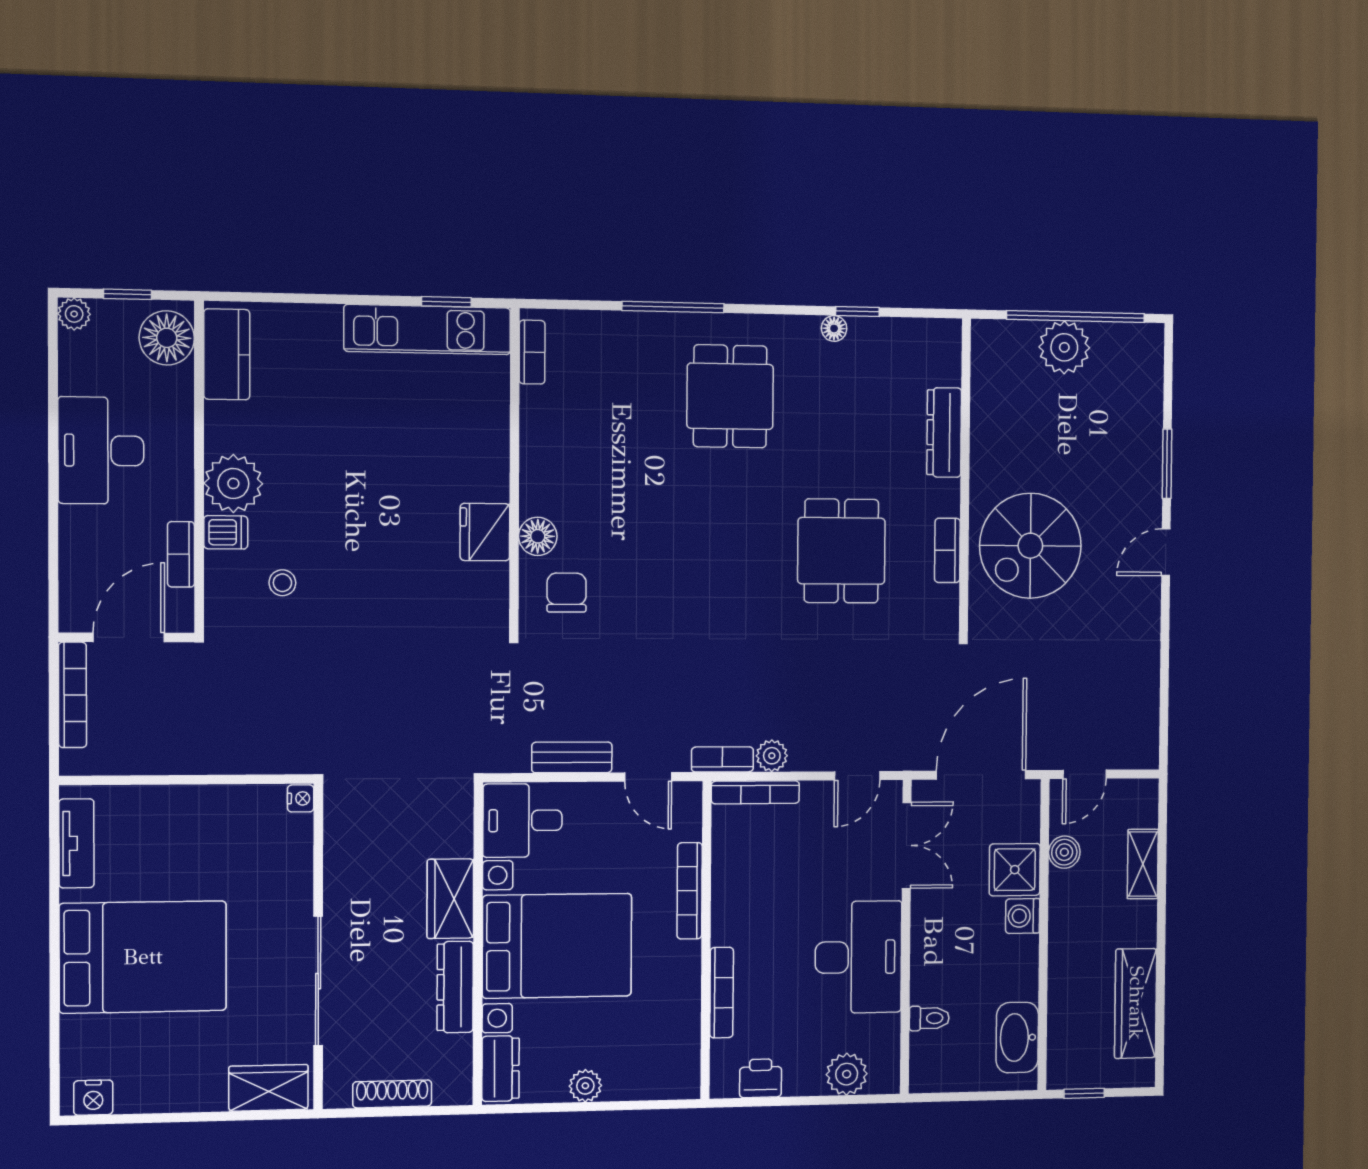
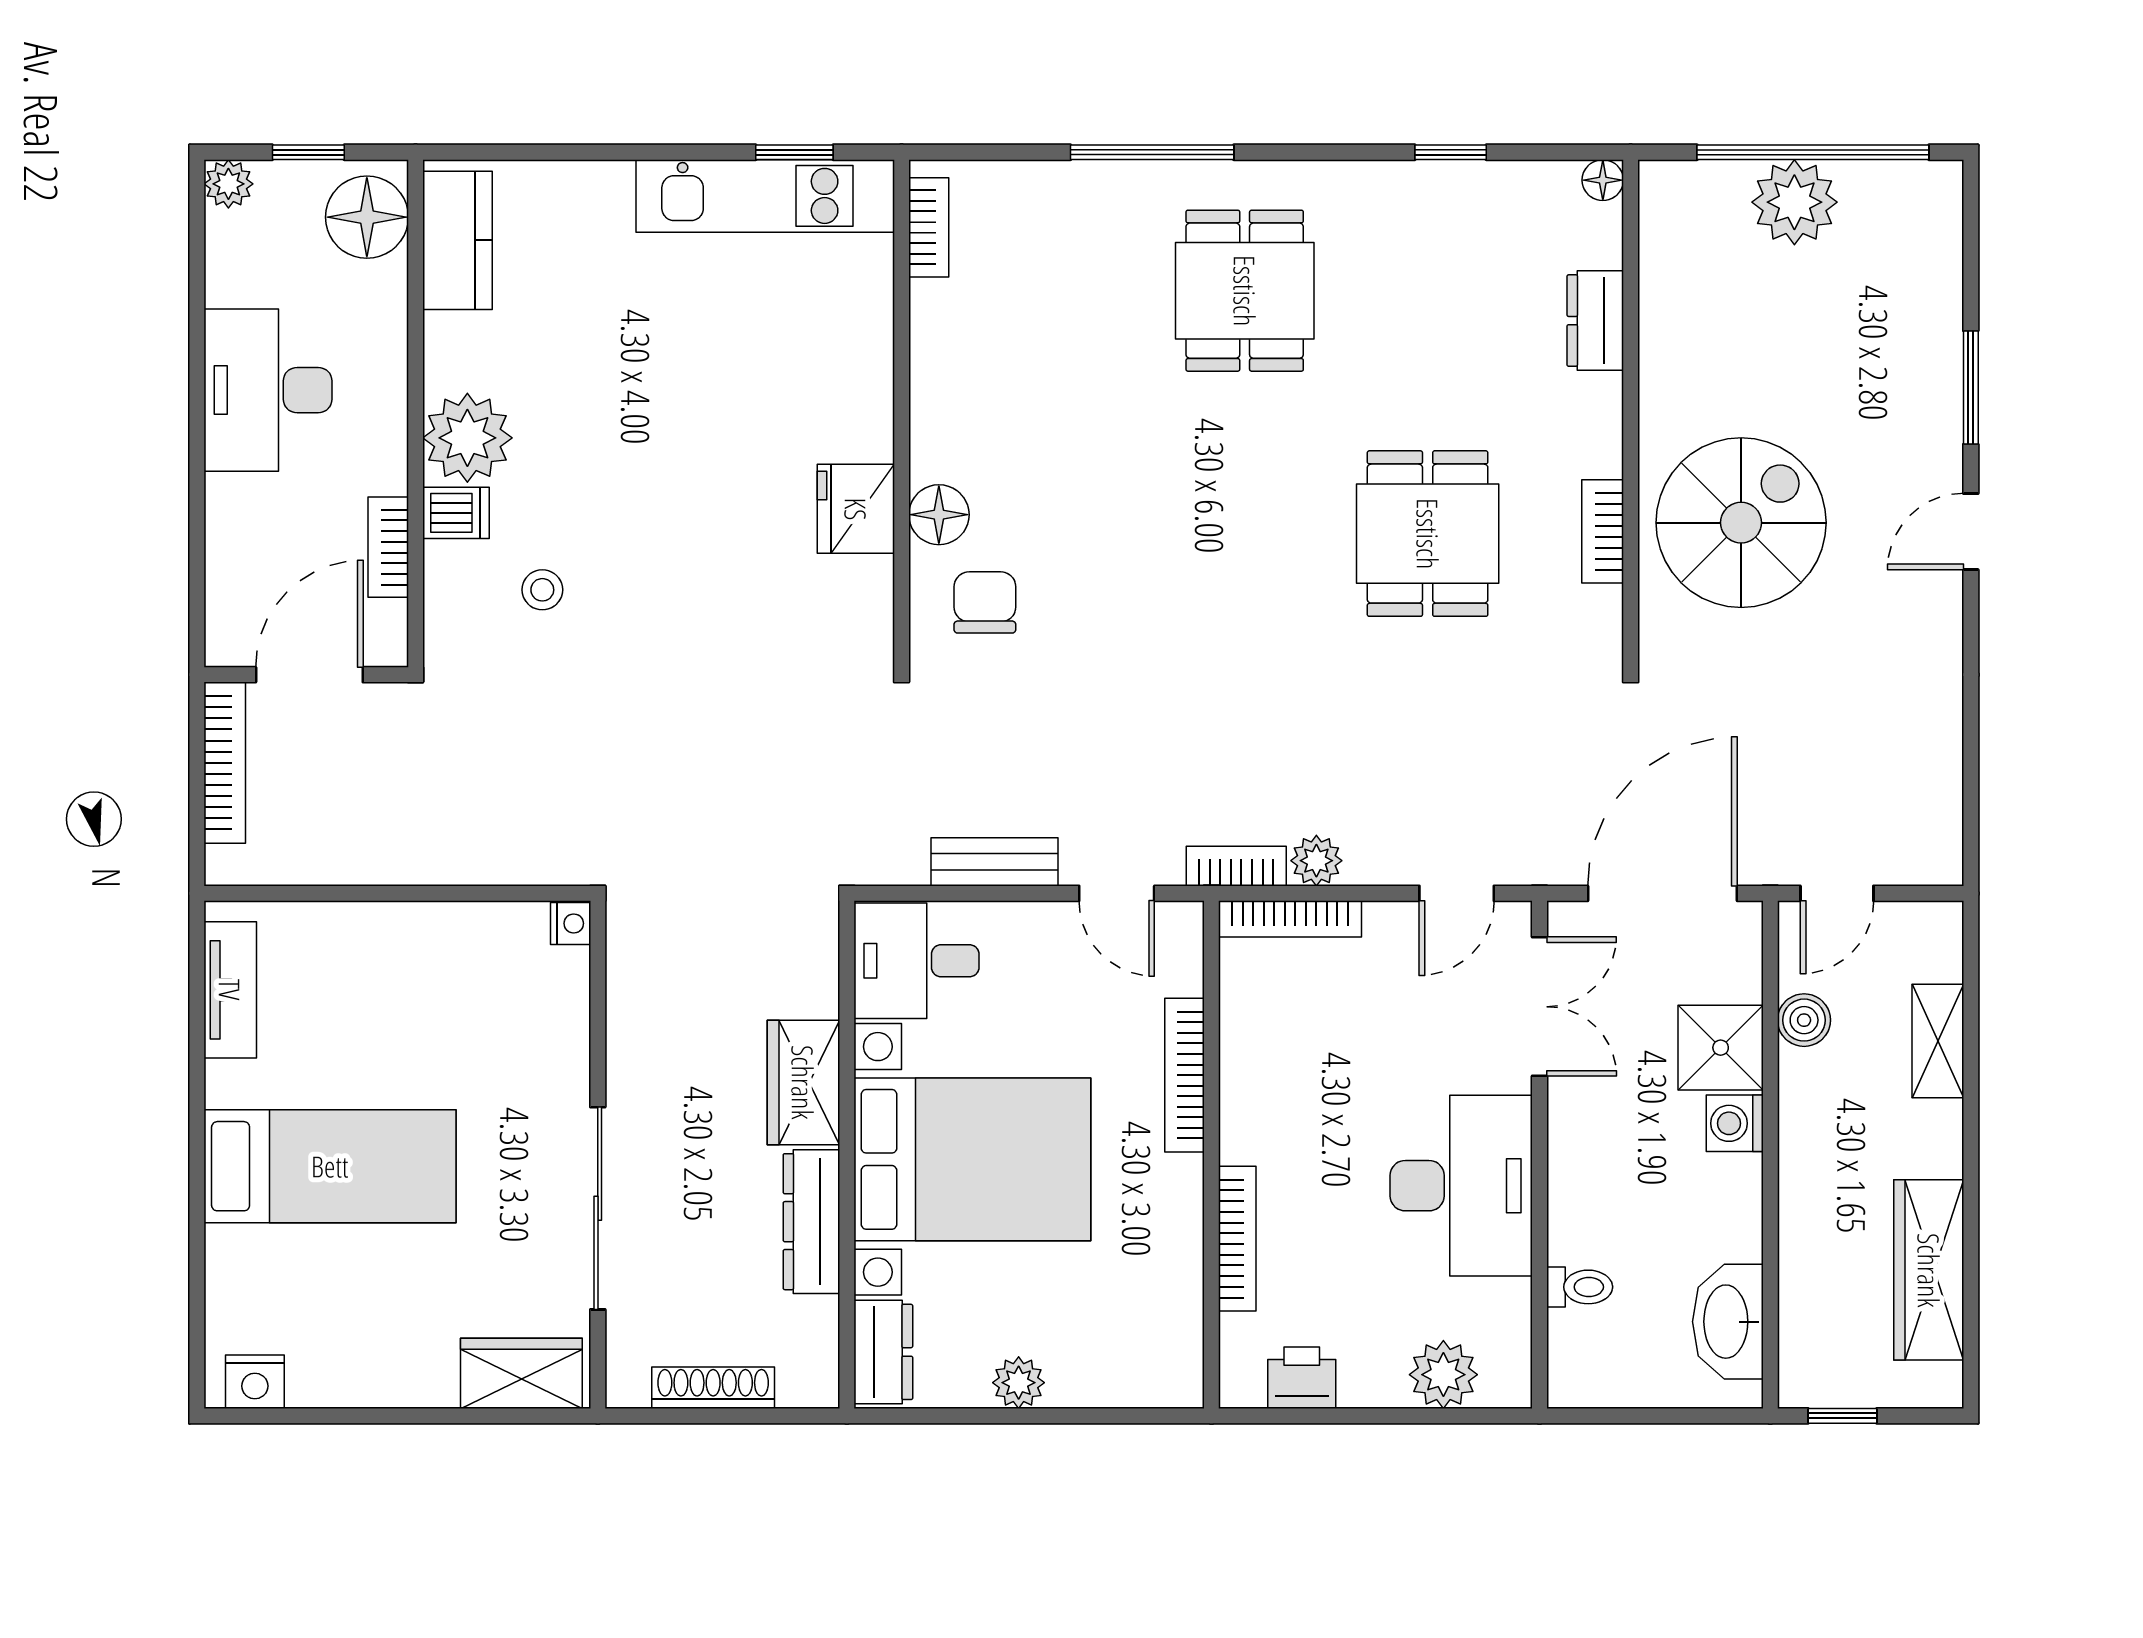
floor lamp: (834, 328) -> (1603, 180), moved
dresser: (944, 432) -> (1595, 321), width x0.70
spiral stairs: (1030, 546) -> (1741, 523), turned 180
bed: (143, 957) -> (330, 1166), width x0.67

